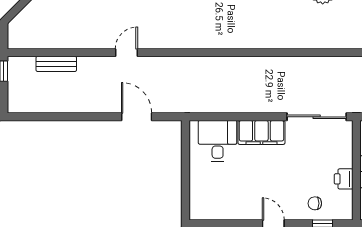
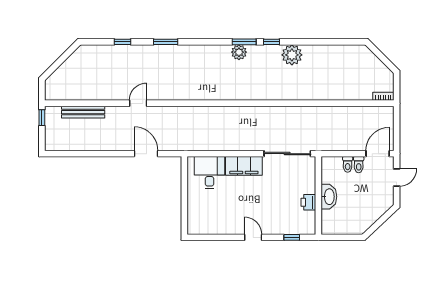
bench: (56, 64) -> (83, 112), width x1.36
chair: (315, 203) -> (286, 221), removed

